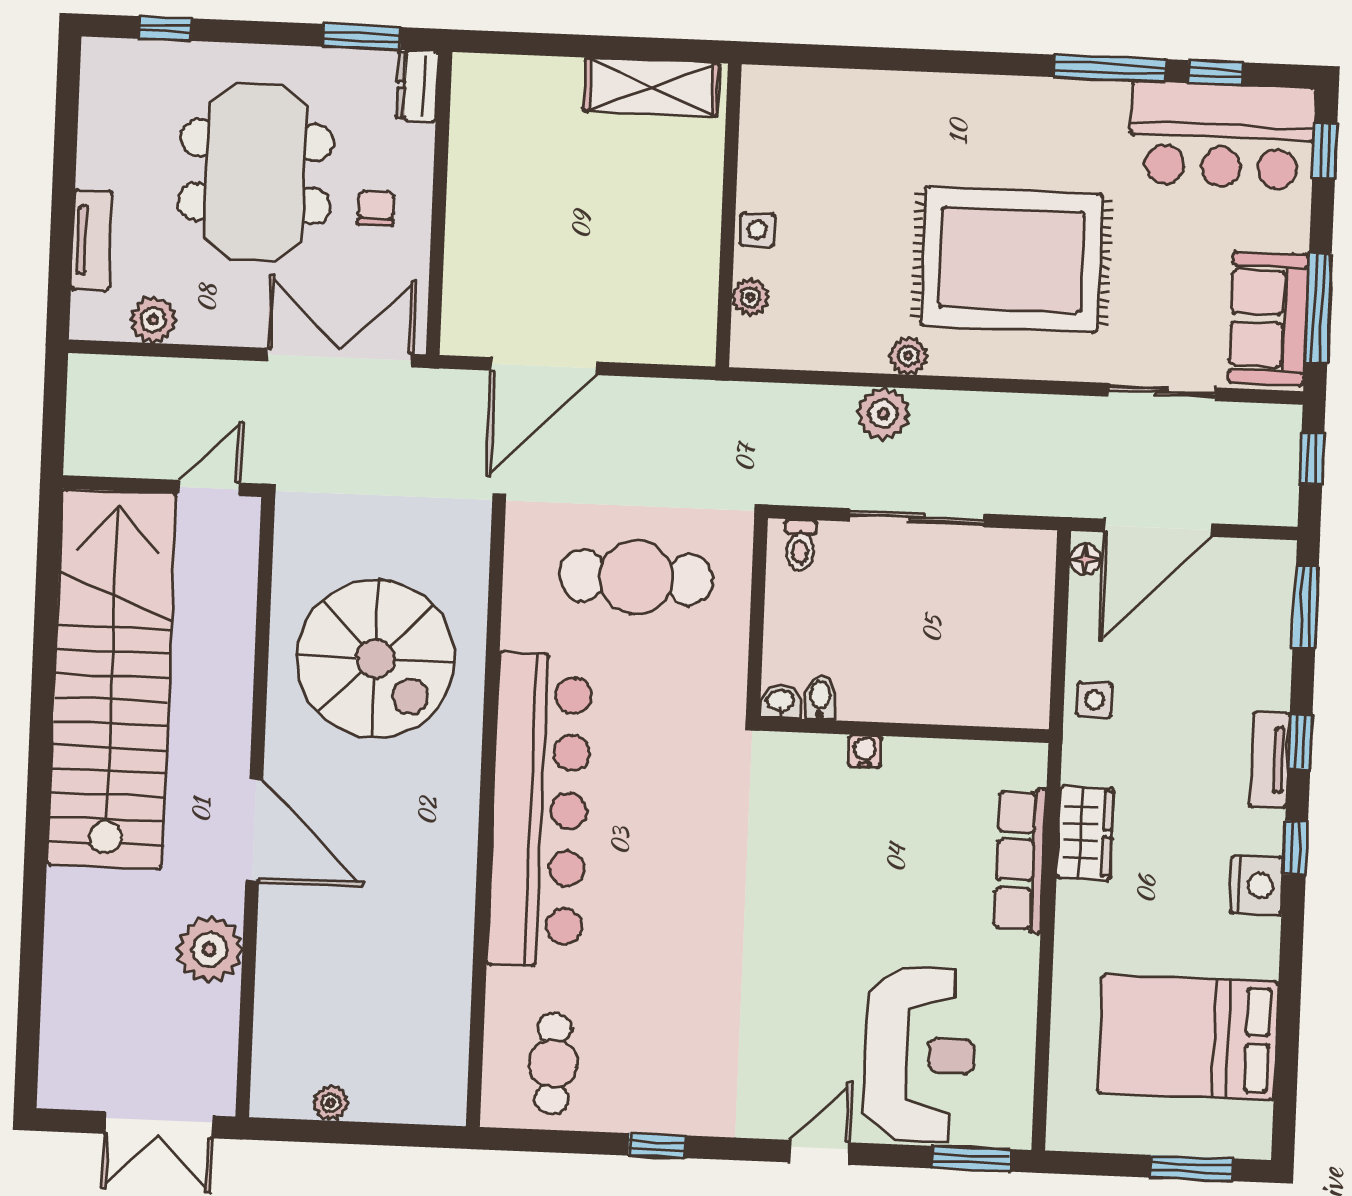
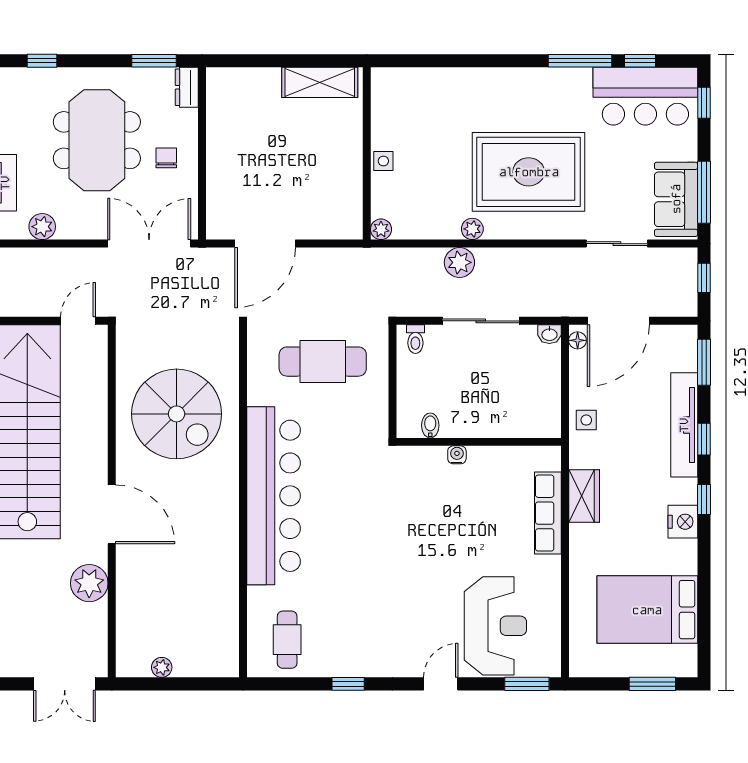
plant: (750, 297) -> (381, 229), moved
washbasin: (781, 702) -> (549, 334), moved, turned 180
tv unit: (1270, 760) -> (684, 425), width x1.92, depth x1.29

